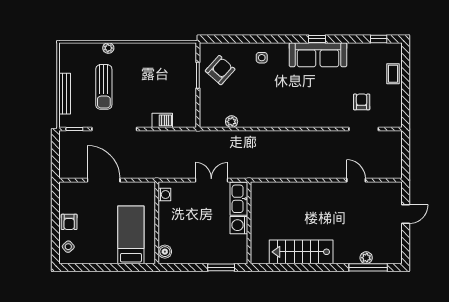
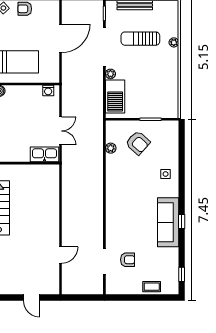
armchair: (220, 70) -> (138, 143), moved
barbecue: (162, 120) -> (115, 96), width x1.88, depth x1.53
plant: (145, 122) -> (110, 74), added
washing machine: (239, 225) -> (22, 154), removed

